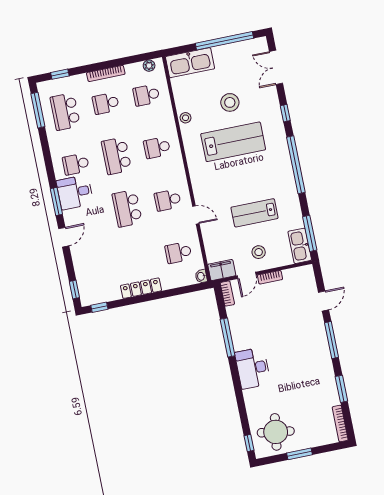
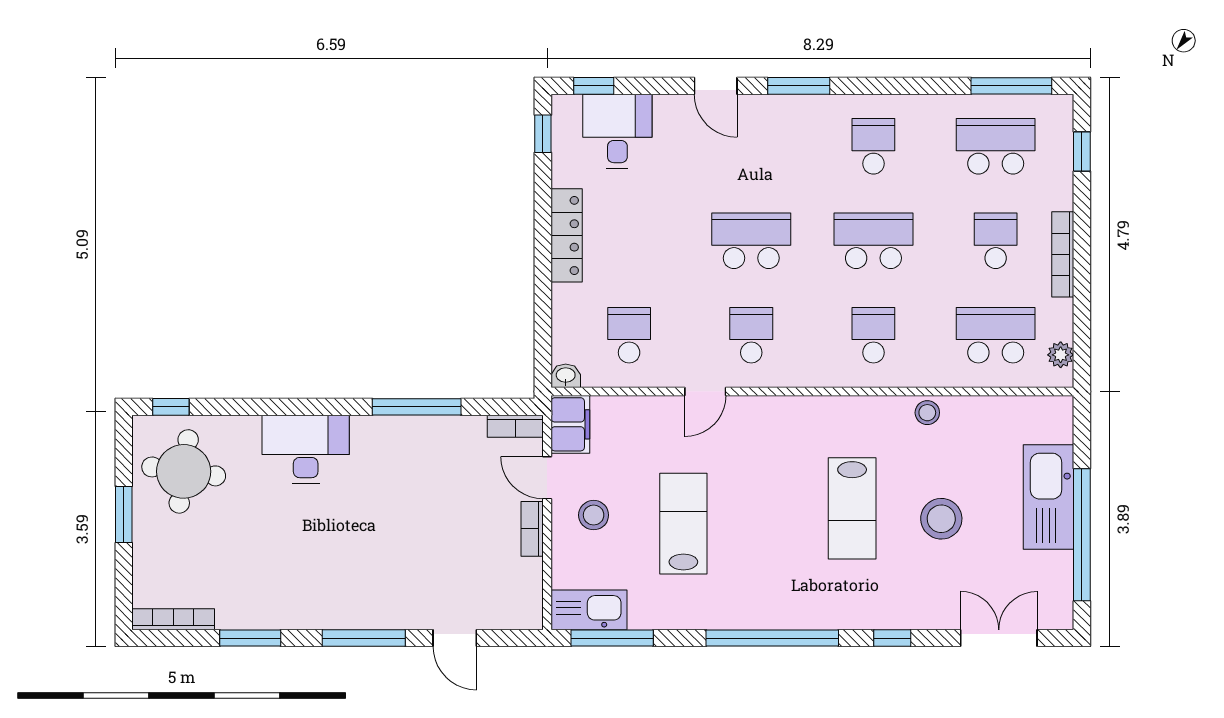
kitchen sink: (190, 63) -> (1049, 497), moved
school desk: (146, 95) -> (996, 335), width x1.85
lab bench: (233, 142) -> (852, 508), width x0.73, depth x0.72
desk: (75, 192) -> (617, 131), moved
desk: (253, 368) -> (306, 449), moved

